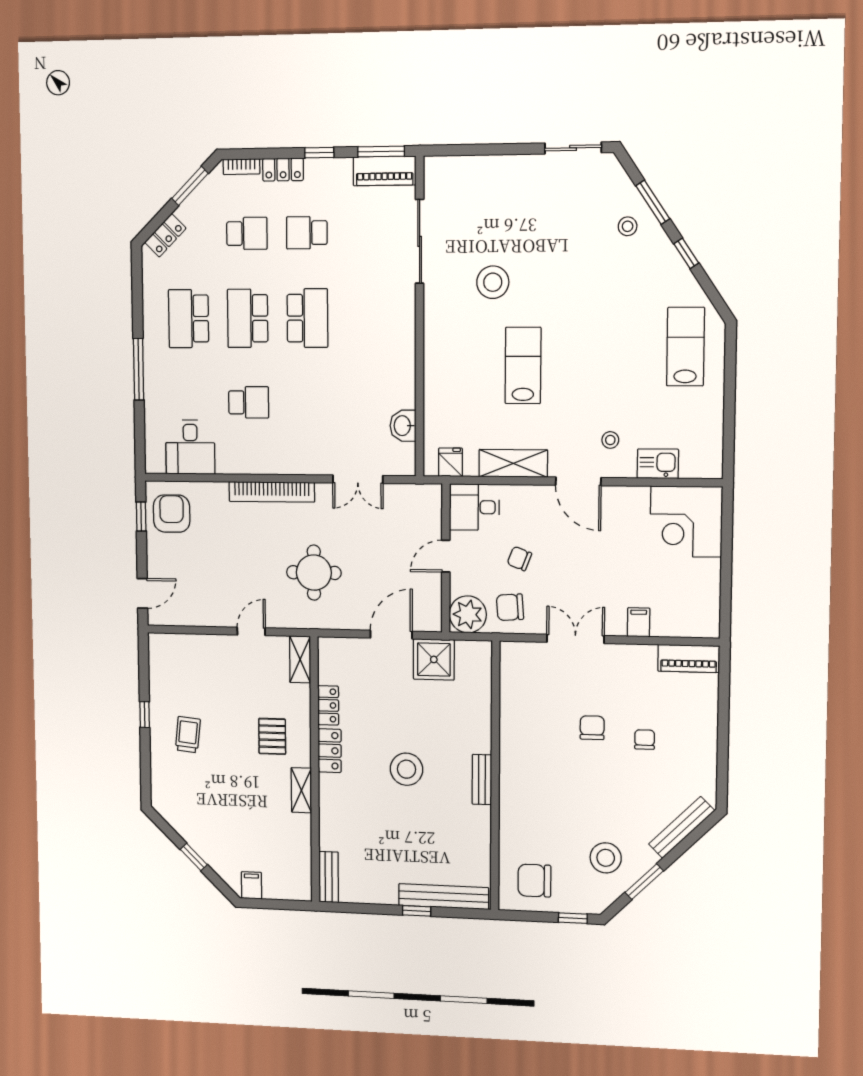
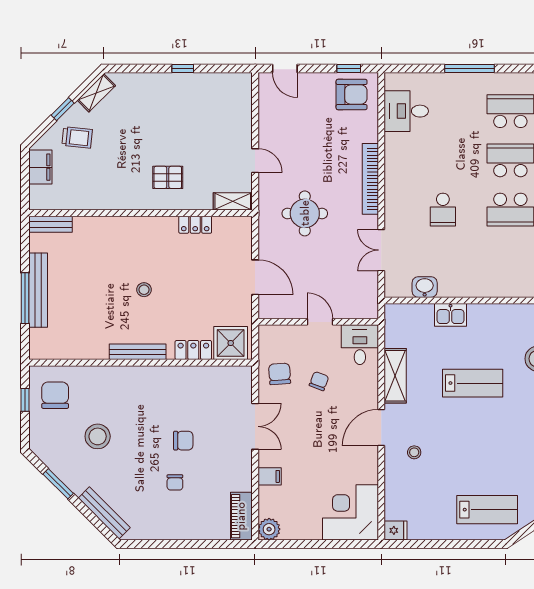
school desk: (249, 402) -> (443, 210), moved
fridge: (450, 462) -> (396, 530), moved
kitchen sink: (658, 464) -> (450, 315), moved, turned 90
plant: (468, 614) -> (269, 529), moved, width x0.73, depth x0.73
shower: (434, 659) -> (231, 343), moved
trolley: (188, 735) -> (77, 137), moved
chair: (645, 740) -> (175, 482), turned 90
locker: (330, 751) -> (193, 350), moved, turned 180
stool: (406, 769) -> (144, 290), width x0.53, depth x0.53
bench: (482, 780) -> (138, 352), width x1.36
shelving: (301, 790) -> (96, 93), moved, turned -45
stool: (606, 858) -> (98, 436), moved
filing cabinet: (251, 885) -> (40, 167), width x2.00
bench: (444, 897) -> (38, 290), moved
window: (417, 911) -> (25, 298), width x2.17
window: (573, 918) -> (25, 400), moved

